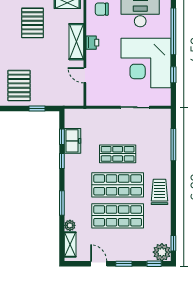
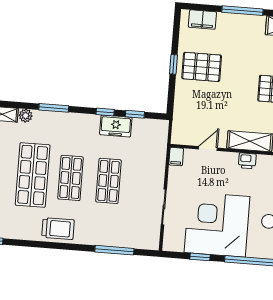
filing cabinet: (93, 101) -> (176, 157), added
window: (37, 109) -> (174, 64), moved
freezer: (73, 141) -> (116, 126), moved
shop shelf: (118, 185) -> (71, 178), width x0.70, depth x0.74

